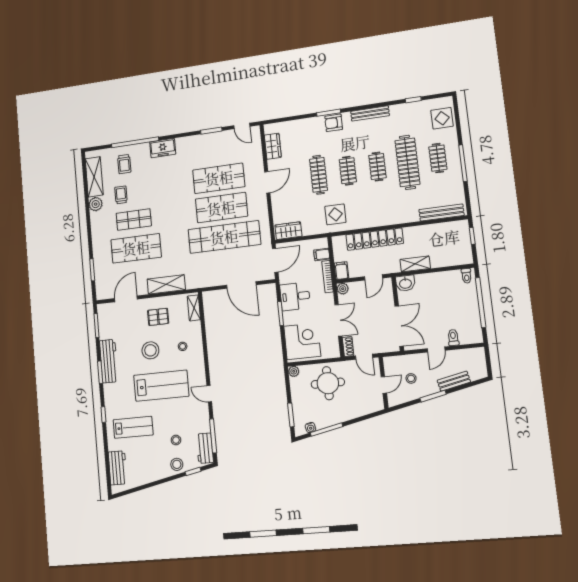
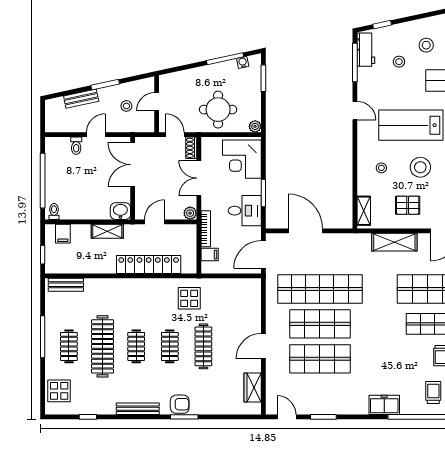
bench: (441, 213) -> (66, 285), width x0.73
wardrobe: (288, 231) -> (245, 287), removed
filing cabinet: (341, 271) -> (63, 234), moved
stool: (177, 464) -> (426, 45), moved

